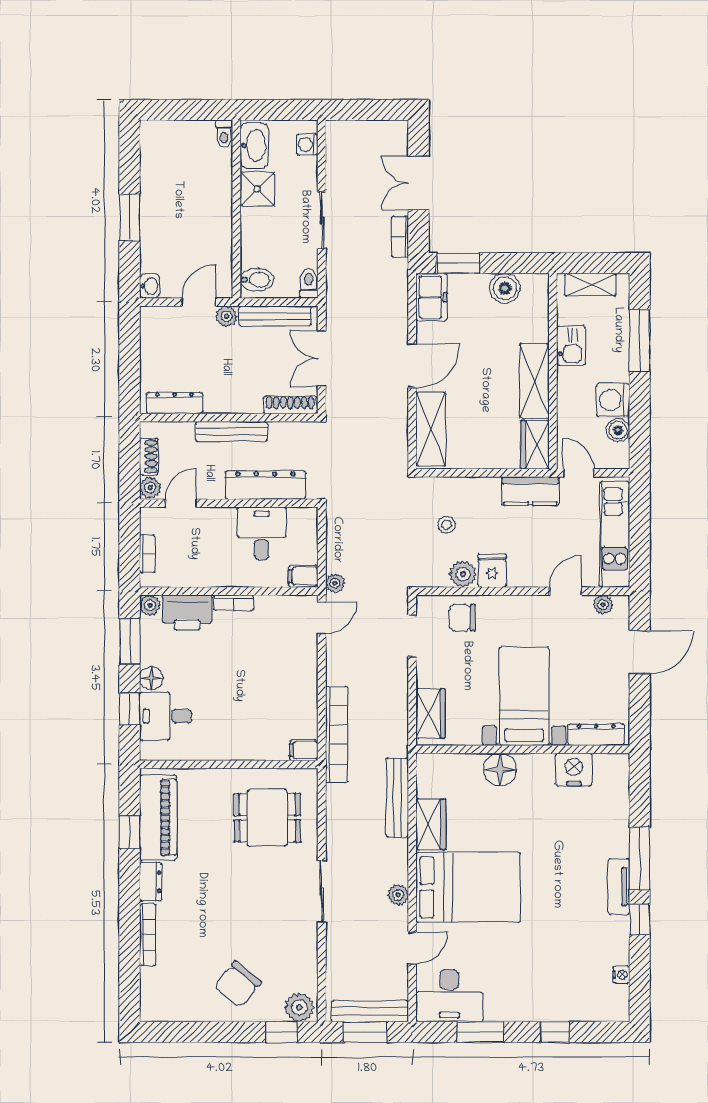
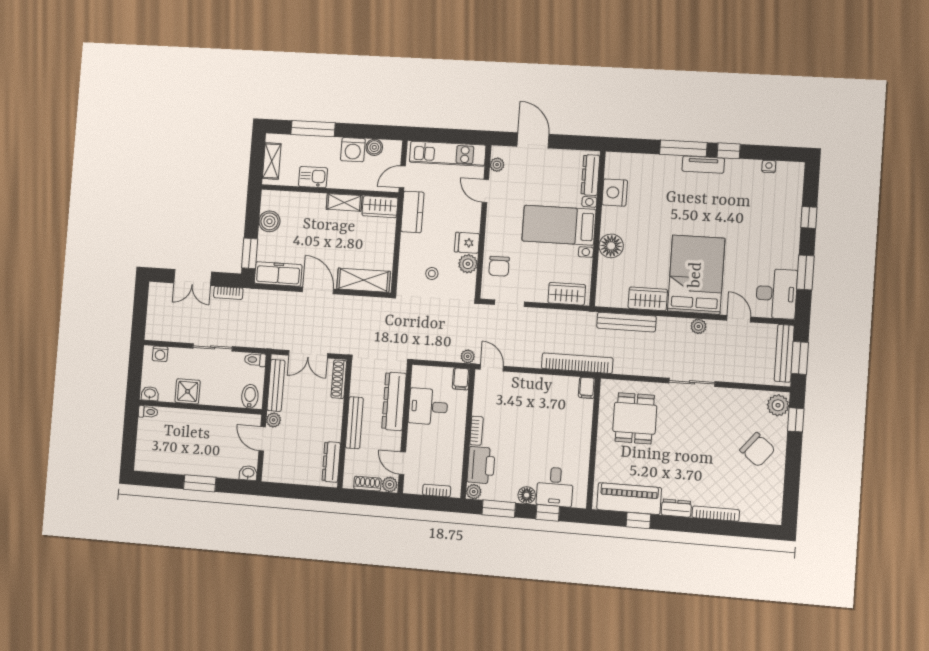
washbasin: (254, 145) -> (150, 394), width x0.52, depth x0.69
freezer: (431, 297) -> (278, 274), width x1.40
shelving: (534, 381) -> (344, 202), width x0.67, depth x0.75

